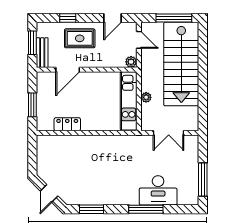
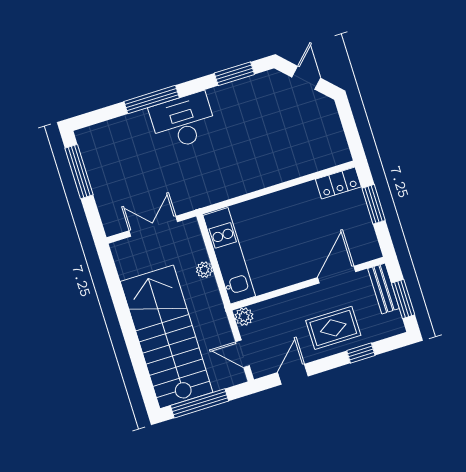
locker: (67, 124) -> (338, 183), moved
desk: (158, 190) -> (183, 121), moved

